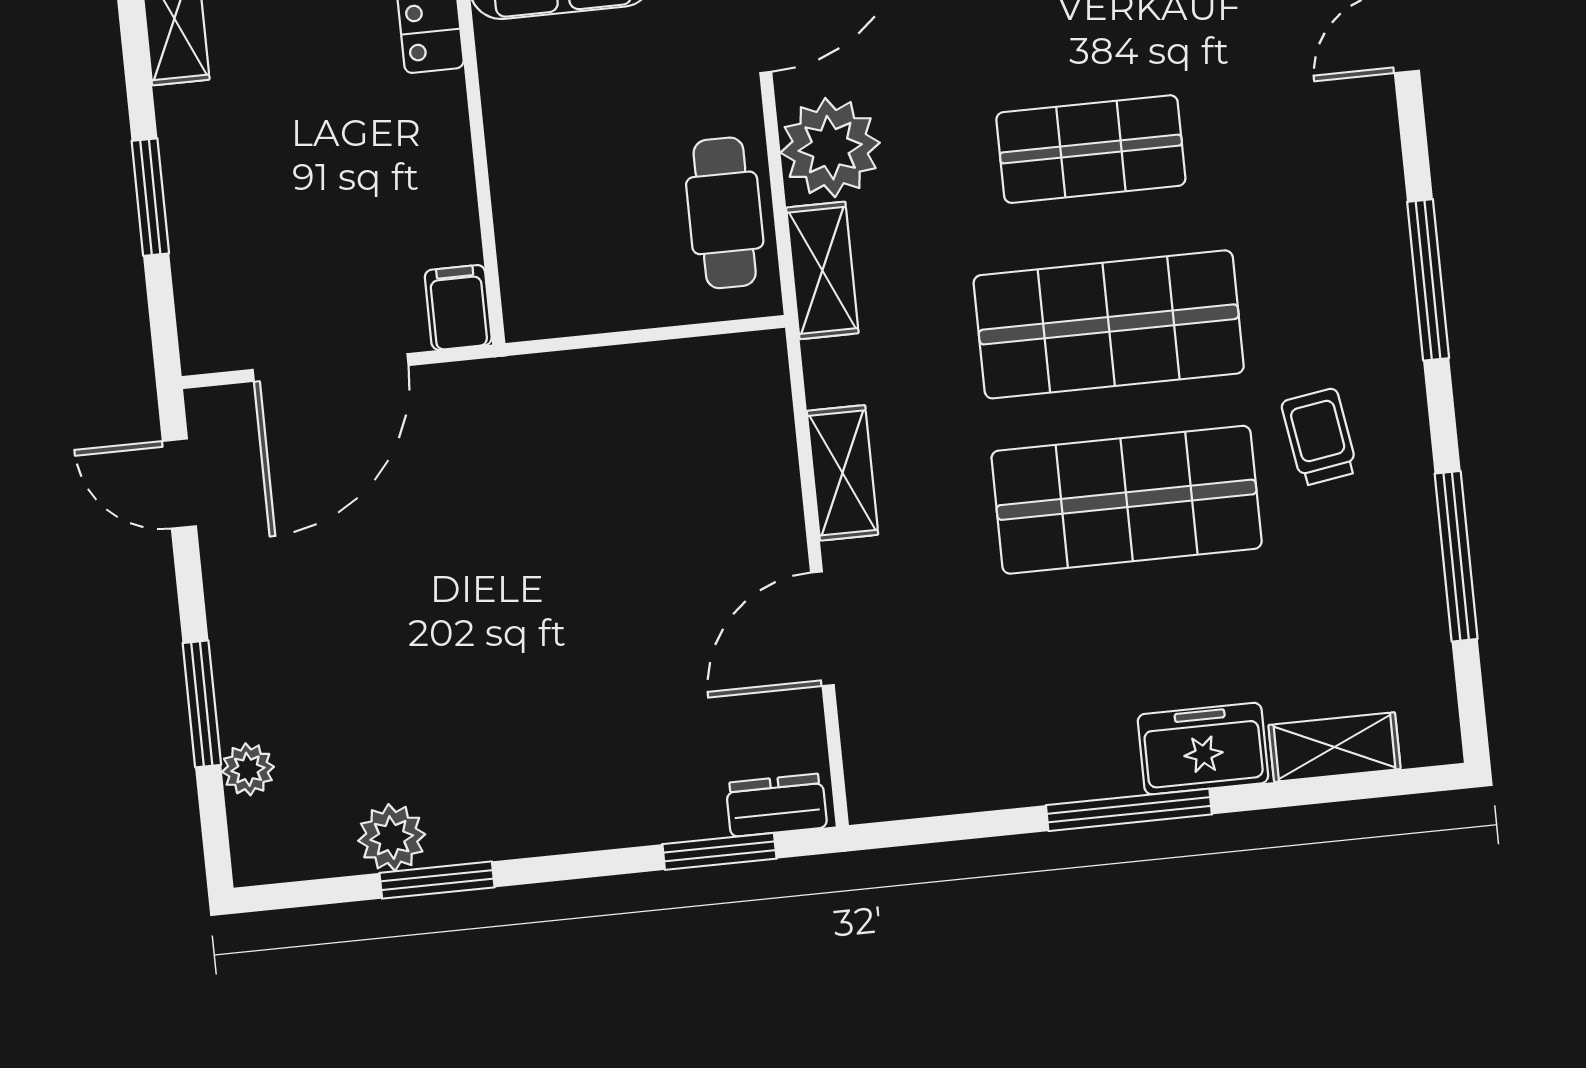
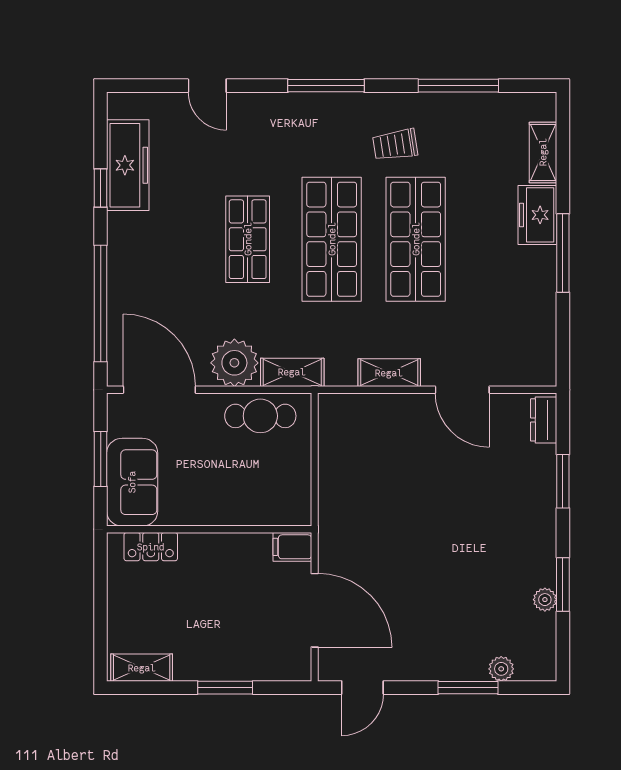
plant: (392, 838) -> (545, 600), width x0.73, depth x0.73
window: (719, 851) -> (563, 481), moved

